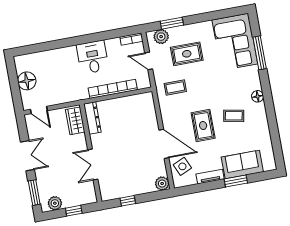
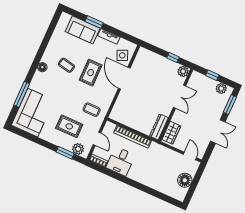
desk: (93, 57) -> (121, 161), moved
double door: (27, 156) -> (218, 132), swing flipped
plant: (162, 184) -> (183, 71), moved

